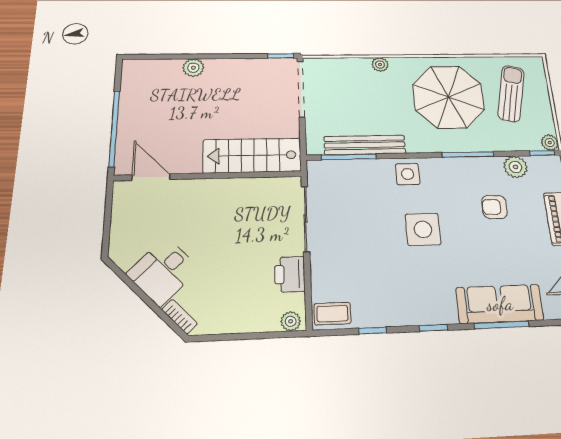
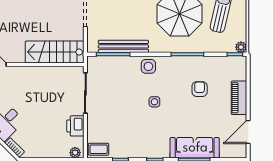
plant: (516, 167) -> (216, 63), removed
armchair: (494, 207) -> (200, 89), turned 88
side table: (423, 229) -> (154, 102), width x0.54, depth x0.54

